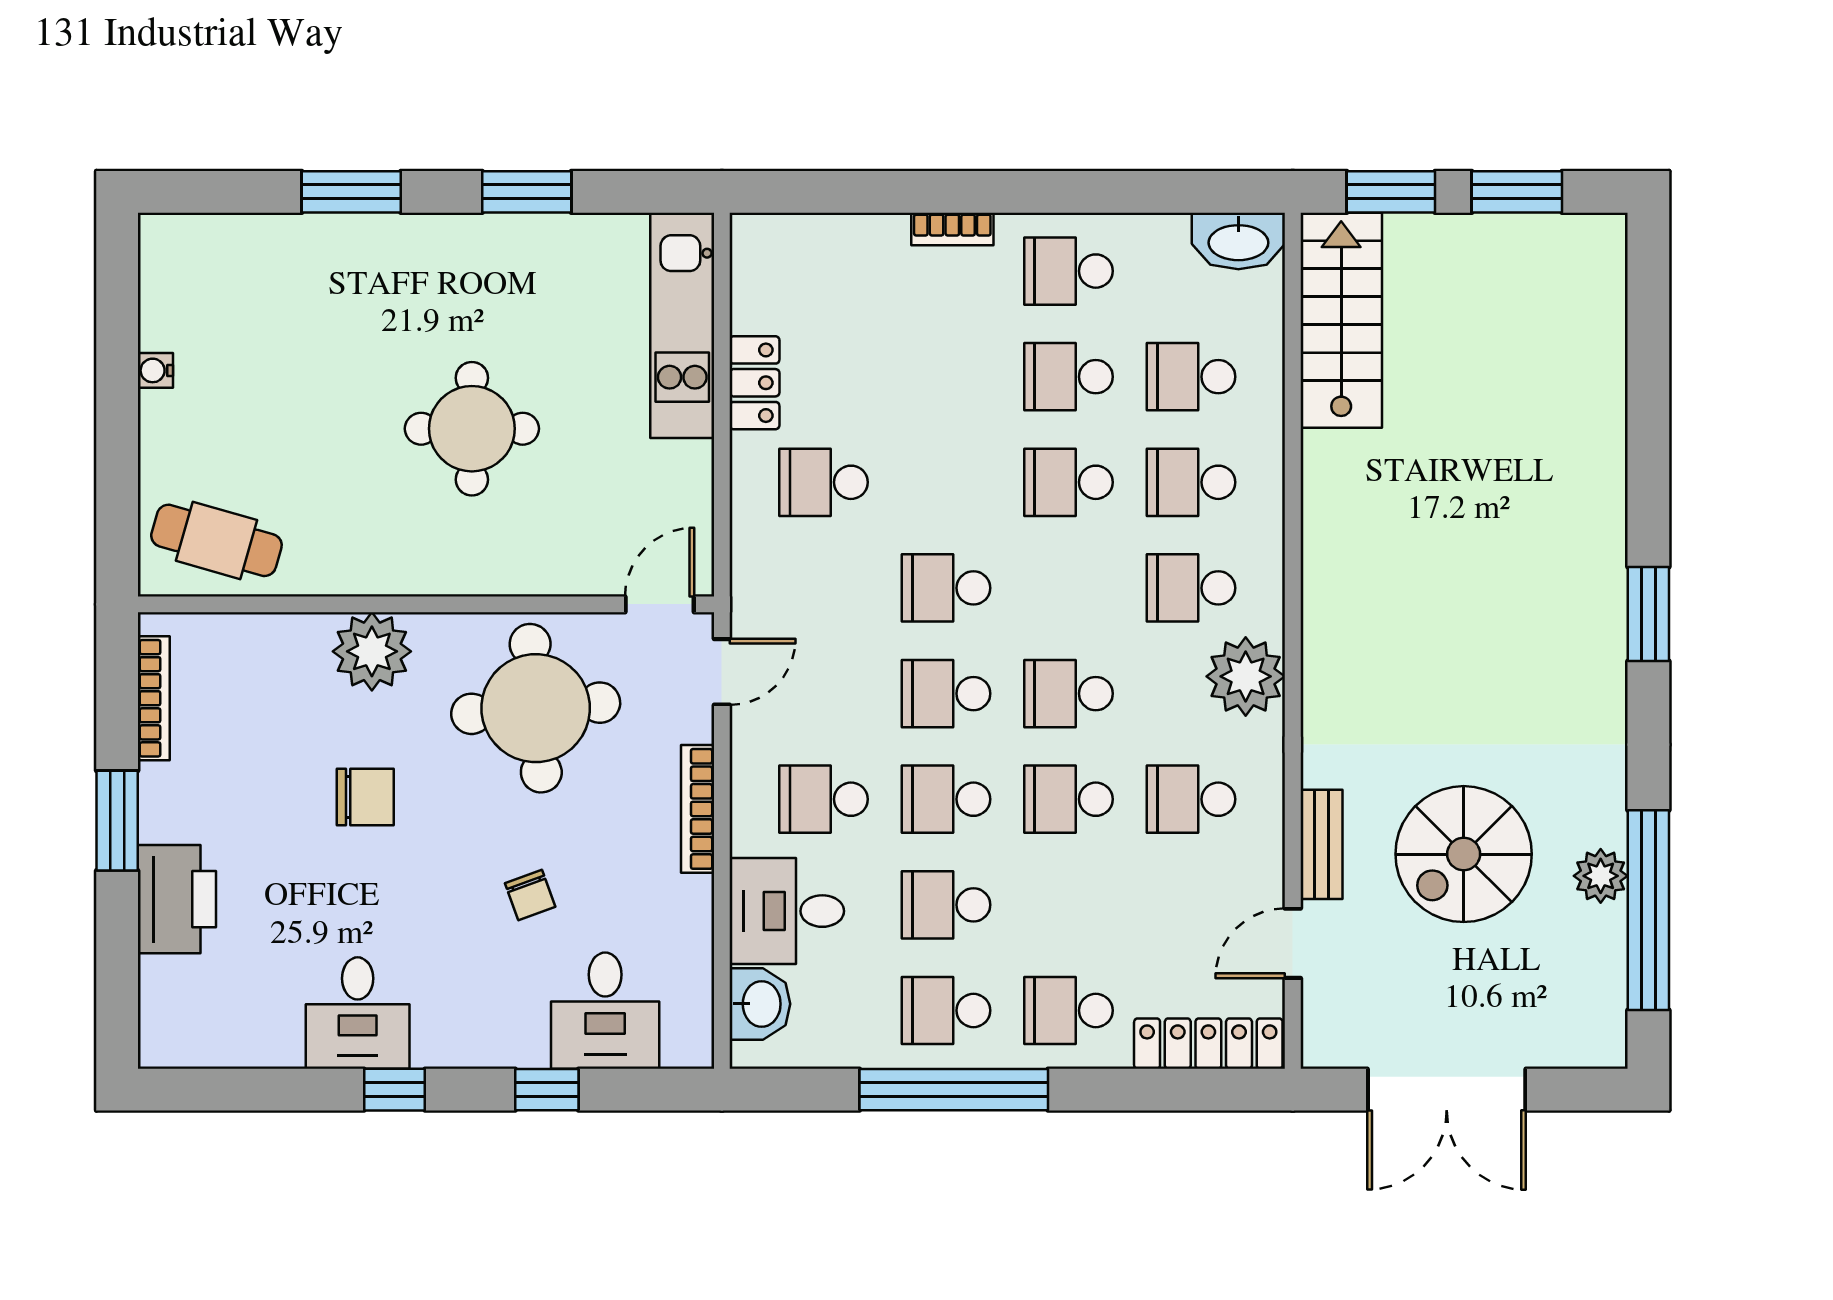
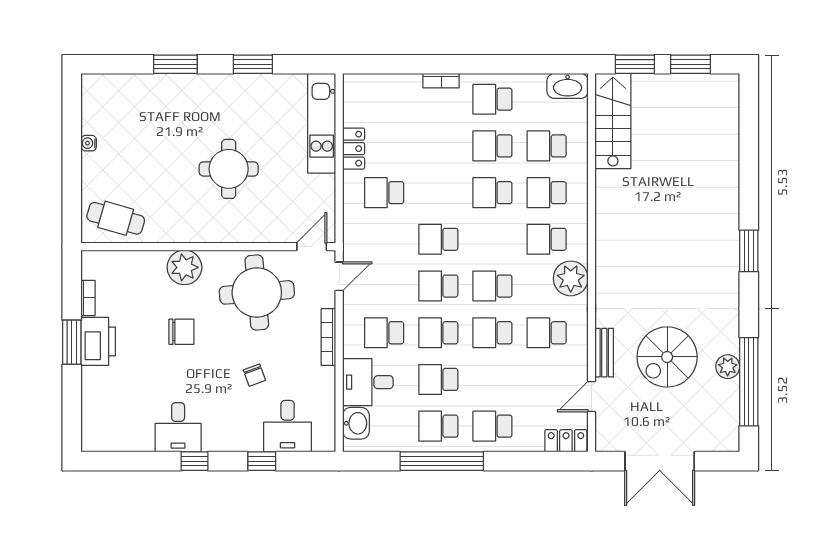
bookcase: (154, 698) -> (88, 298), width x0.64
printer: (177, 899) -> (98, 341), moved
locker: (1208, 1044) -> (566, 441), width x0.66

